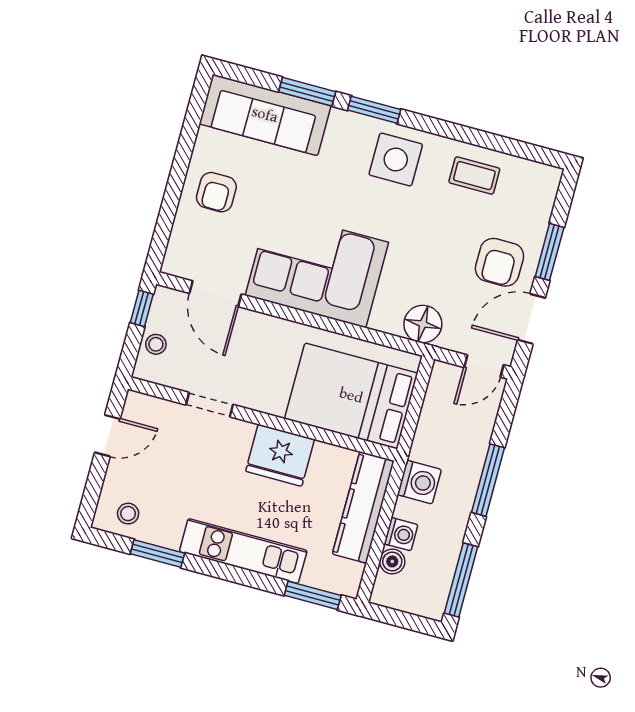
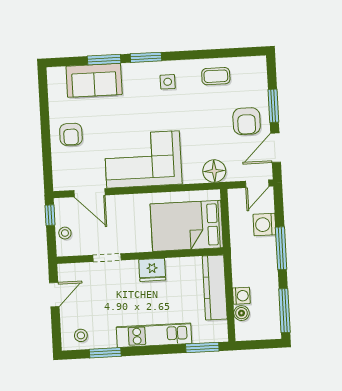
sofa: (265, 115) -> (94, 80), width x0.73
side table: (396, 160) -> (168, 82), width x0.54, depth x0.54
fridge: (280, 455) -> (152, 270), width x0.73, depth x0.75
washing machine: (419, 482) -> (264, 225), moved, turned 180

